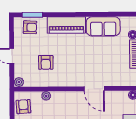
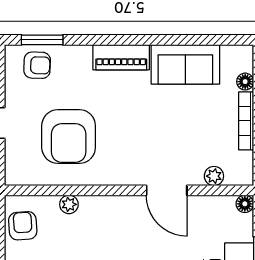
piano: (66, 25) -> (121, 57), width x0.73, depth x0.75
armchair: (46, 62) -> (69, 137), width x1.88, depth x1.88
plant: (19, 82) -> (214, 176), moved

